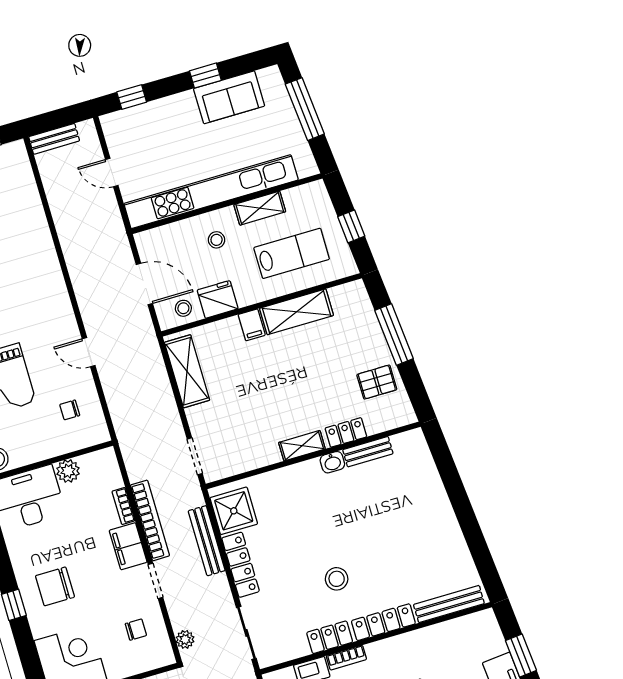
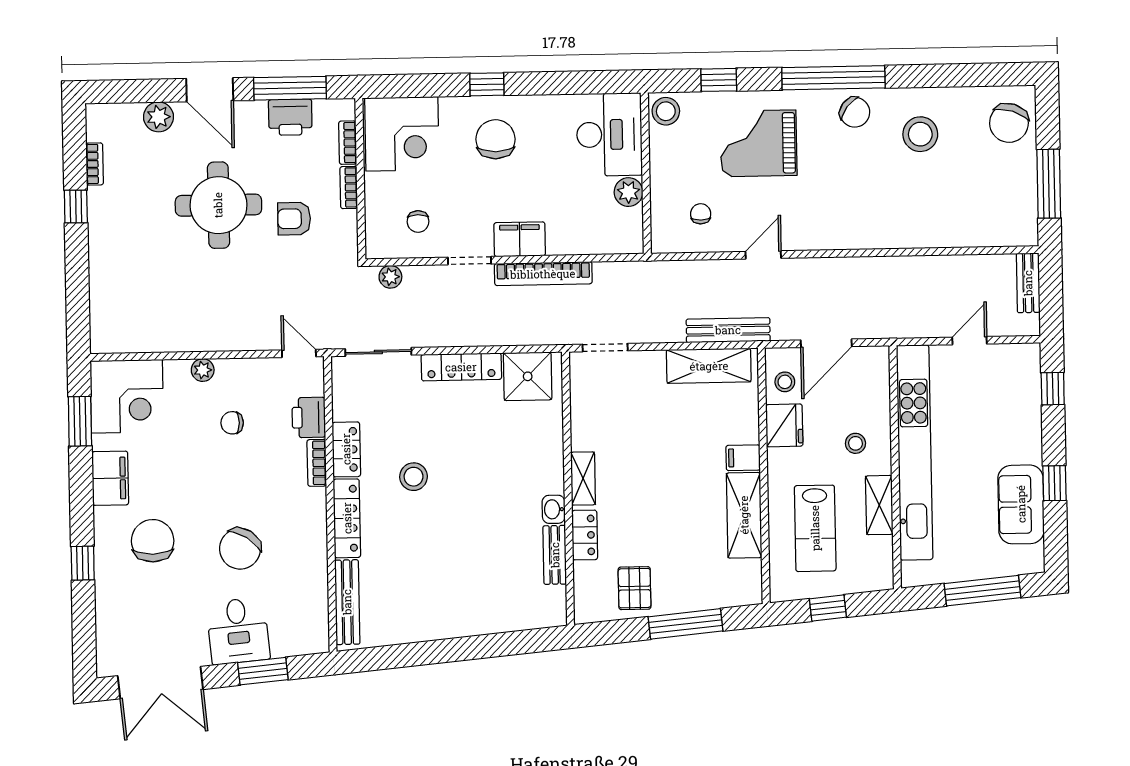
bookcase: (123, 506) -> (569, 247), removed
bench: (207, 541) -> (728, 330), moved

